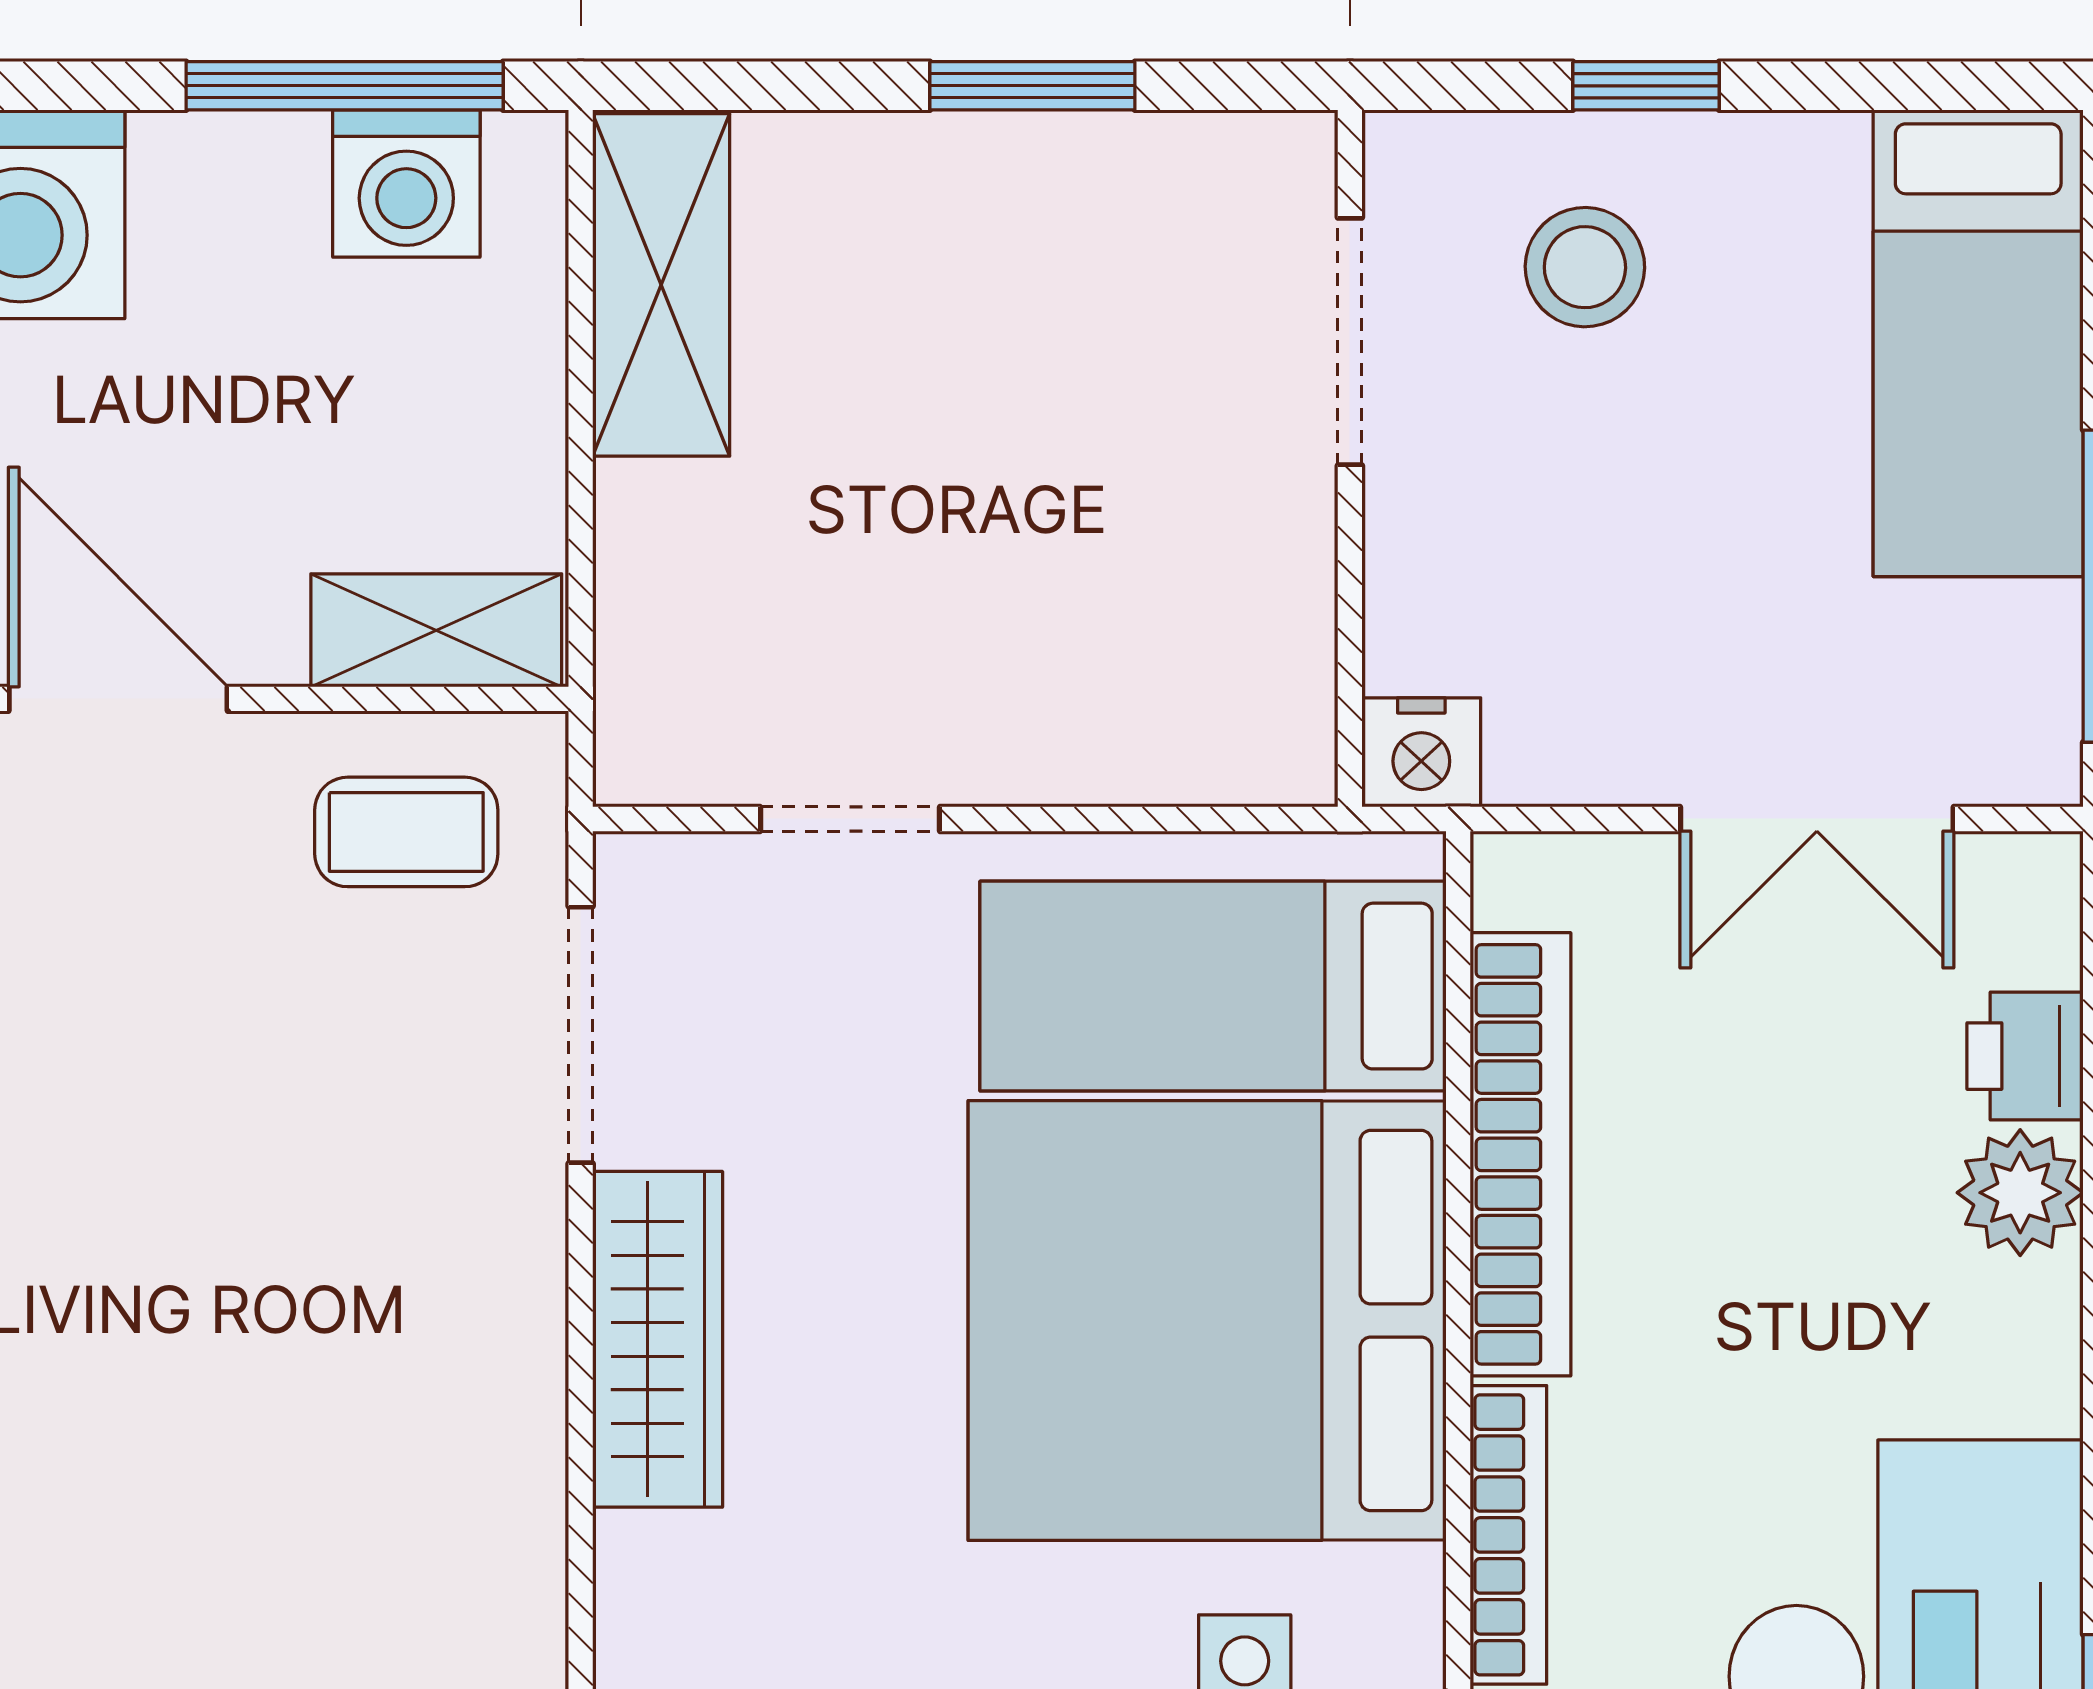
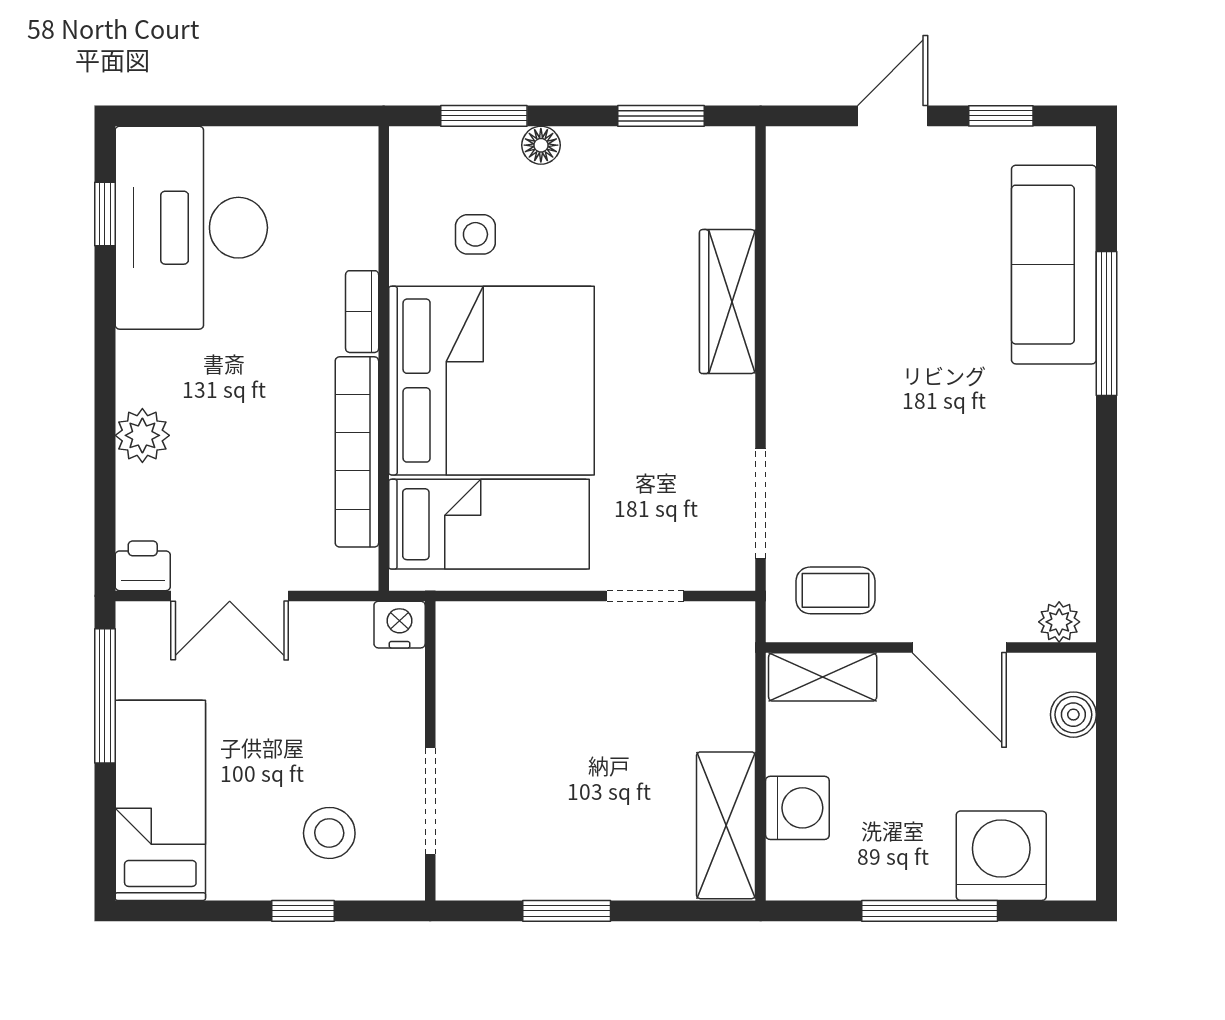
window: (345, 86) -> (930, 911), moved
washing machine: (406, 183) -> (797, 808), moved, turned 90
double door: (1817, 819) -> (230, 596), swing flipped
printer: (2025, 1056) -> (143, 566), moved, turned -90
wardrobe: (658, 1339) -> (728, 302), moved
bookcase: (1508, 1535) -> (362, 312), width x0.64

